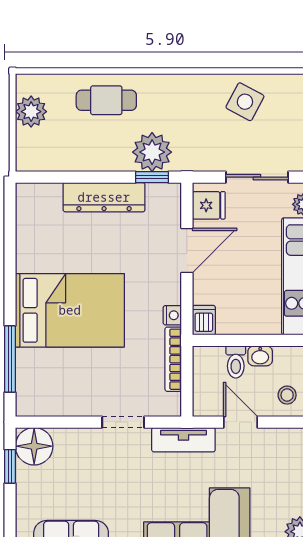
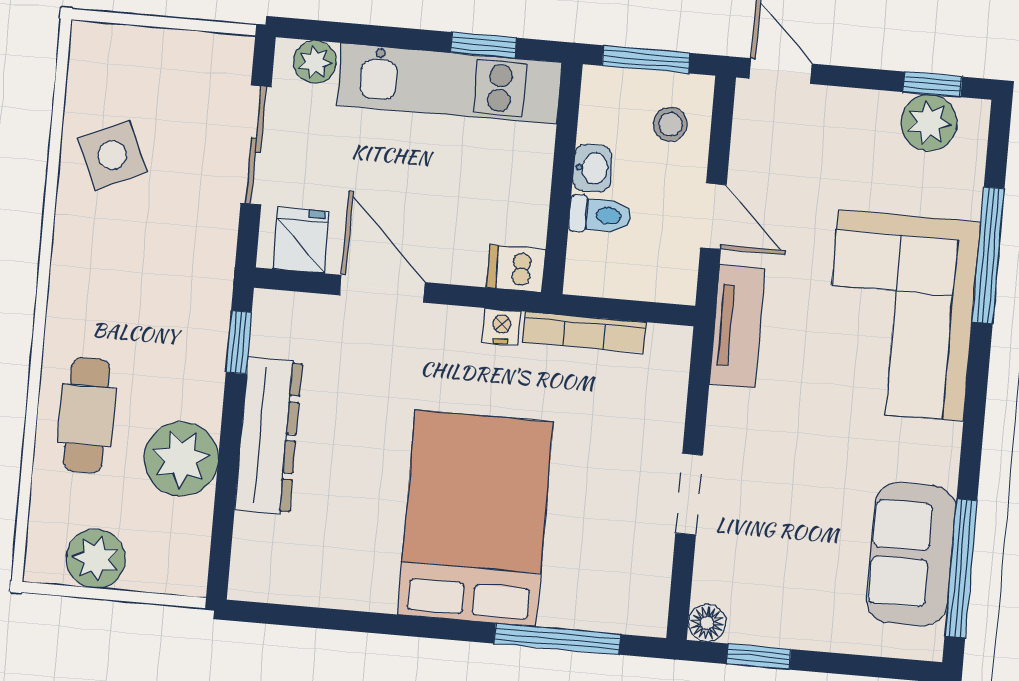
side table: (245, 102) -> (112, 155), turned 38
plant: (152, 152) -> (181, 459), moved
doorway: (123, 422) -> (689, 494), moved
door: (240, 422) -> (713, 216), swing flipped
floor lamp: (34, 446) -> (707, 623), width x0.53, depth x0.53

